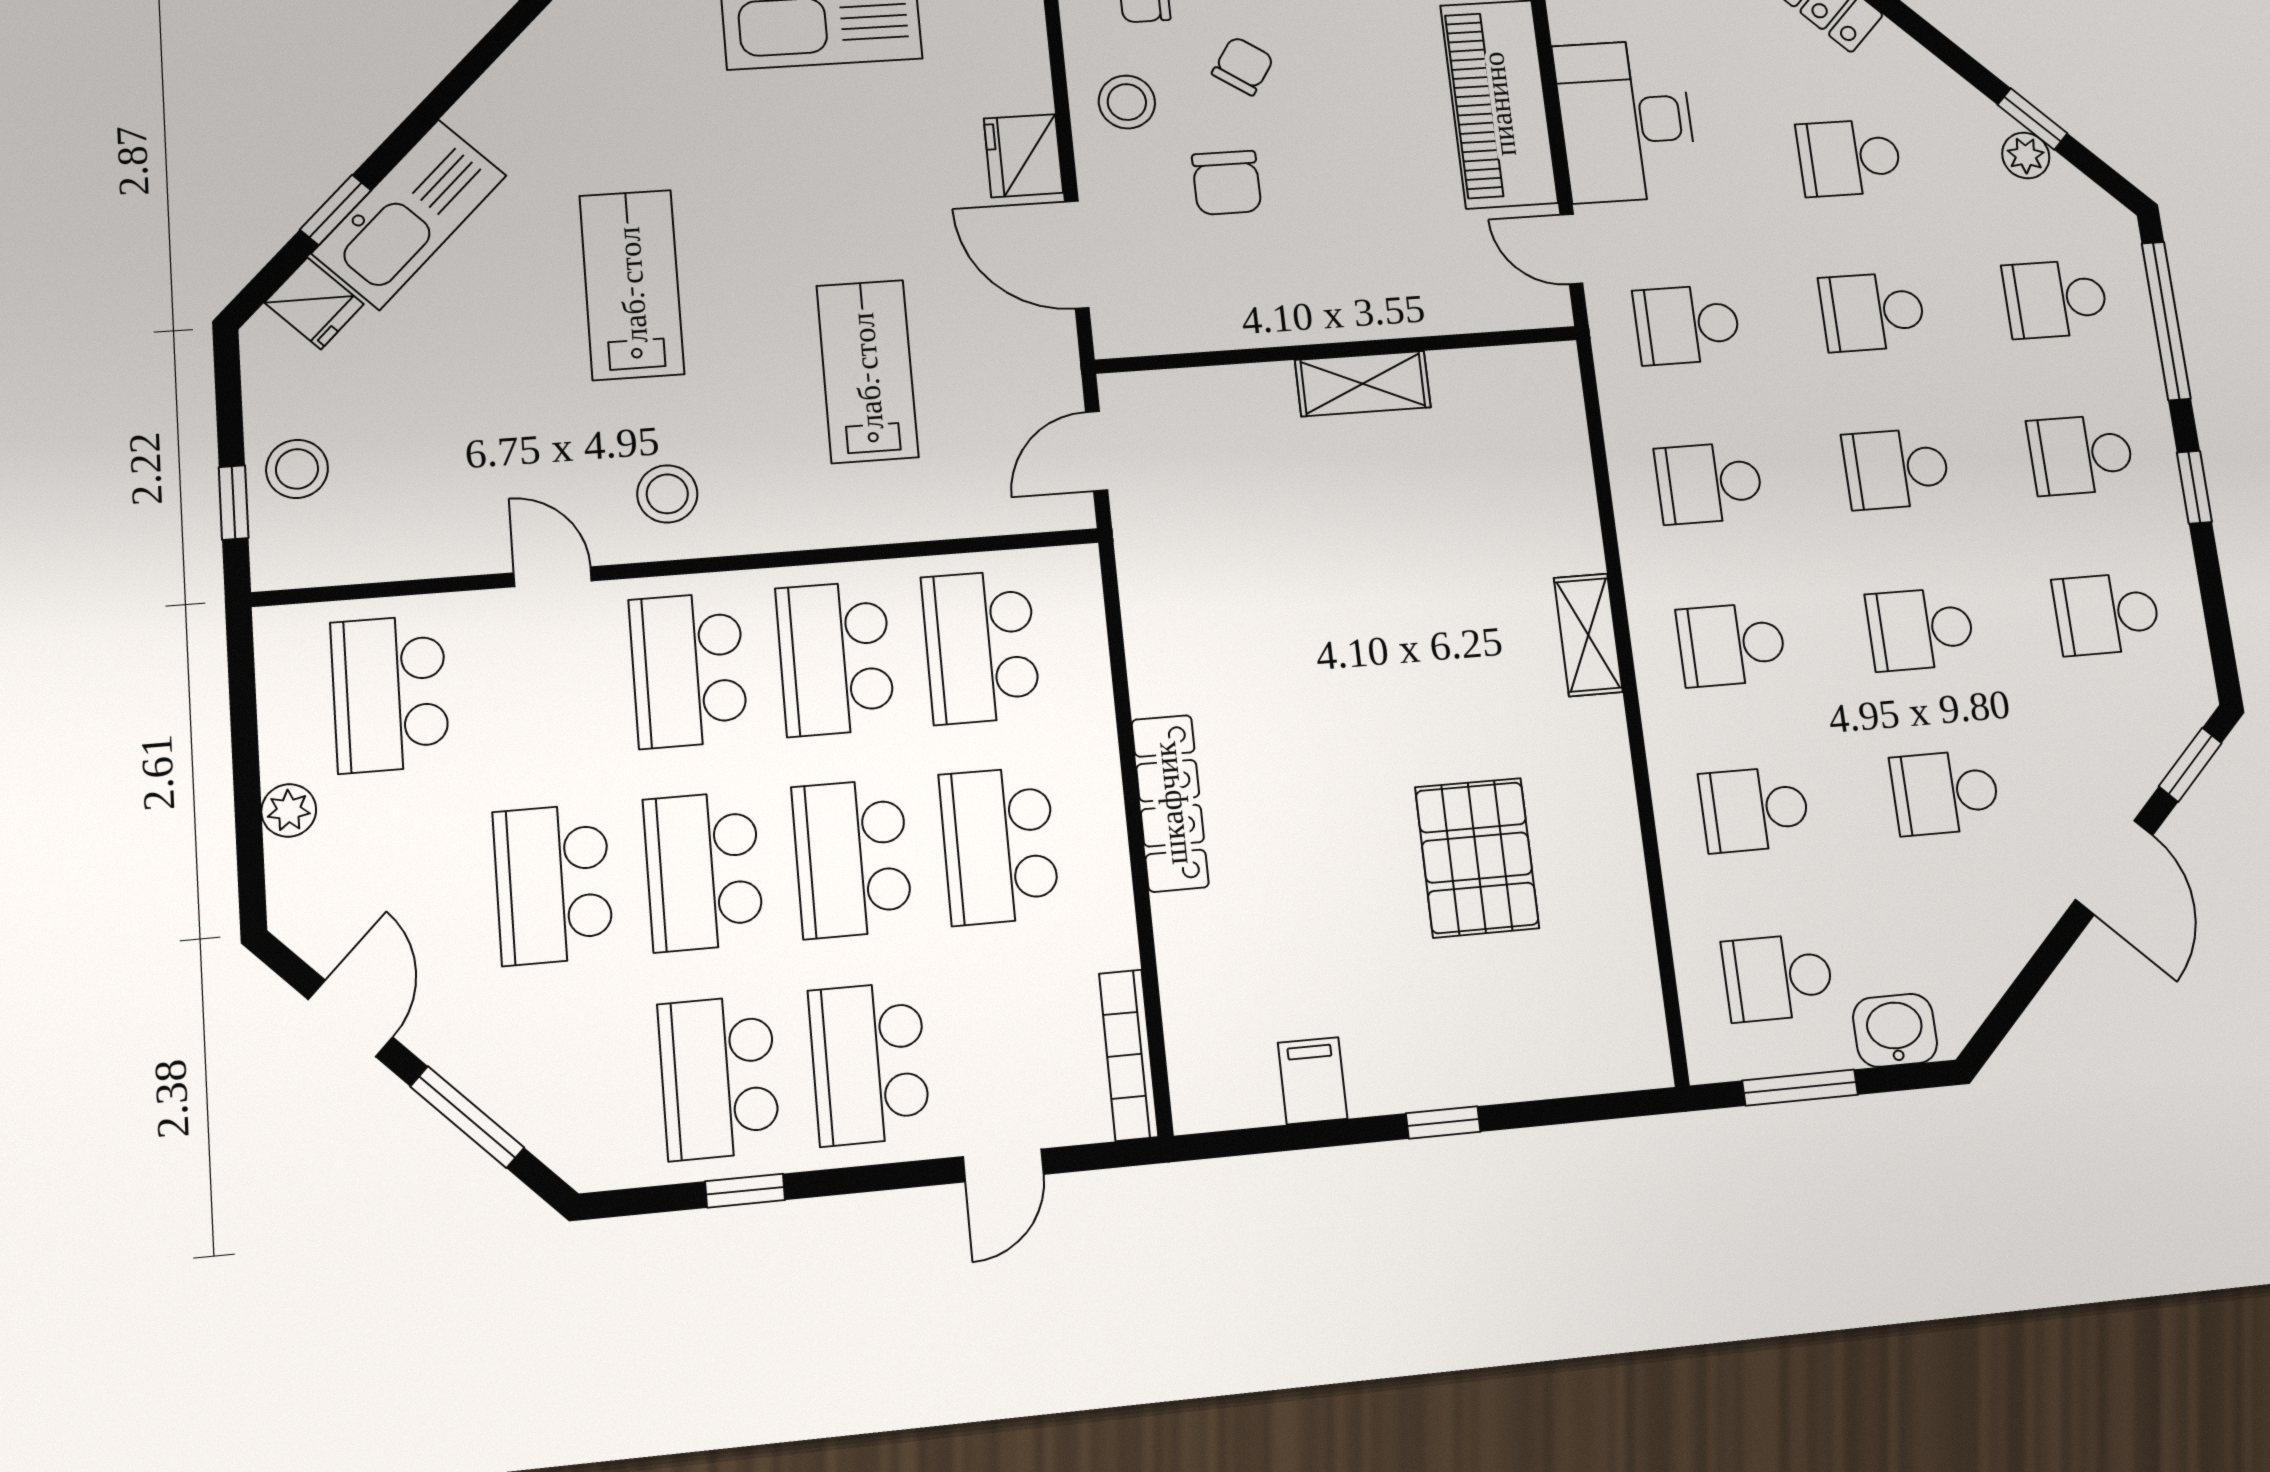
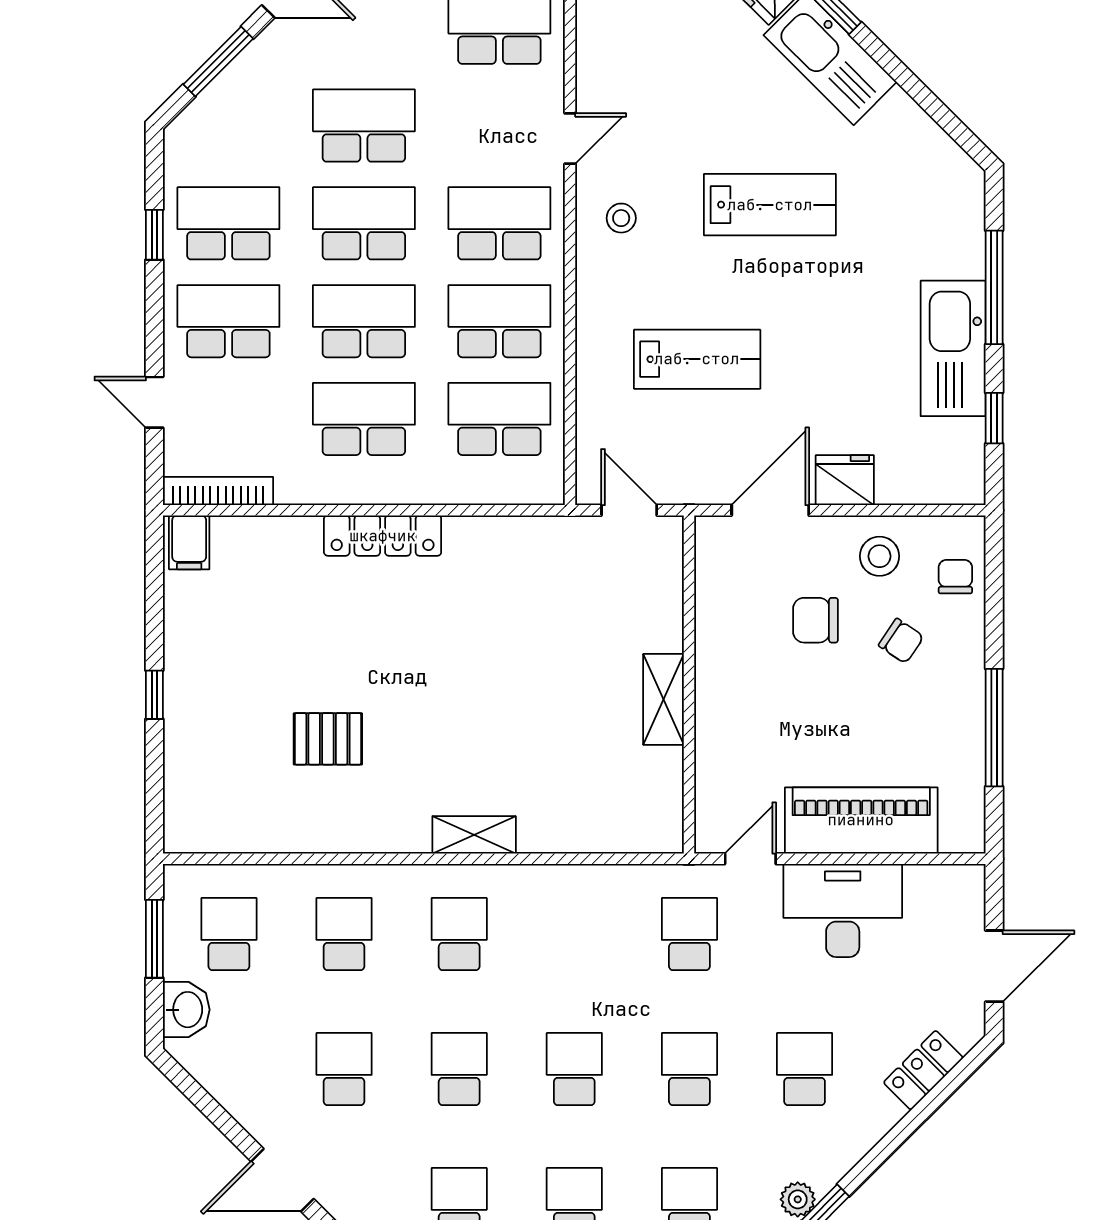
school desk: (1709, 483) -> (574, 934), removed
stool: (667, 494) -> (621, 218), width x0.73, depth x0.73
pallet: (1477, 858) -> (328, 739), width x0.67, depth x0.71
filing cabinet: (1313, 1081) -> (189, 542), moved, turned 90

